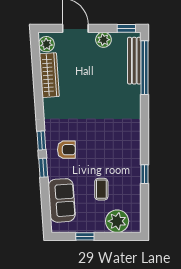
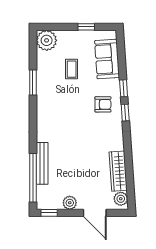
bench: (134, 61) -> (42, 163), moved
armchair: (66, 150) -> (103, 104), turned 180
window: (145, 174) -> (33, 82), width x1.50
plant: (117, 221) -> (47, 40), moved

